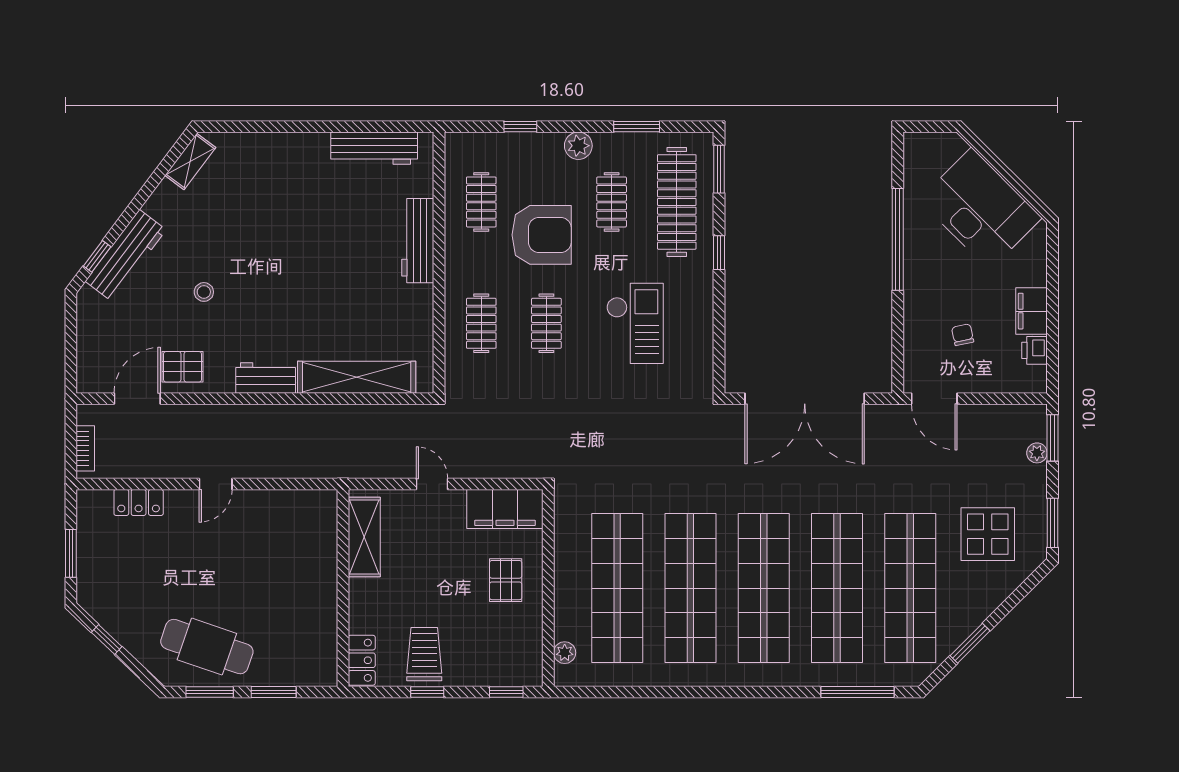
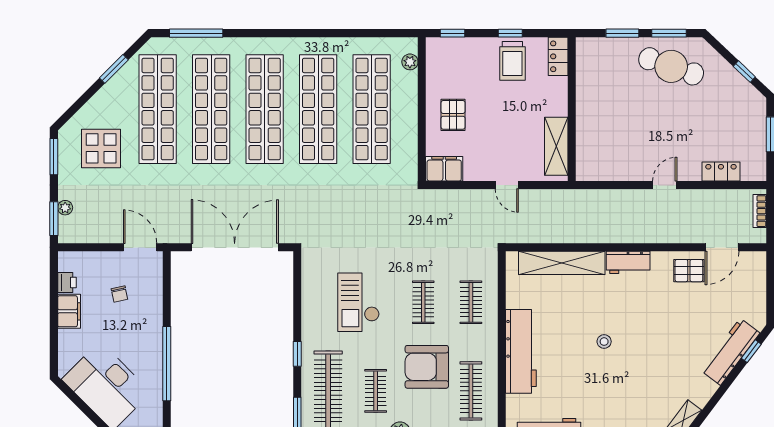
clothes rail: (481, 202) -> (471, 391), width x1.36
workbench: (418, 241) -> (521, 351), width x1.36, depth x1.32
stool: (204, 292) -> (604, 342), moved
filing cabinet: (505, 509) -> (444, 169), width x0.67, depth x0.86

